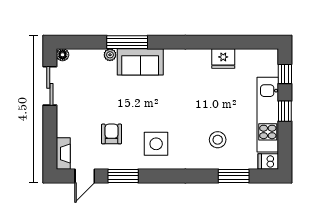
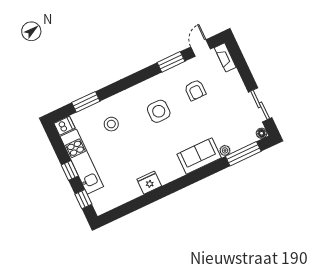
window: (127, 42) -> (243, 154), moved
fridge: (223, 59) -> (149, 183), moved
side table: (156, 144) -> (159, 111), moved

